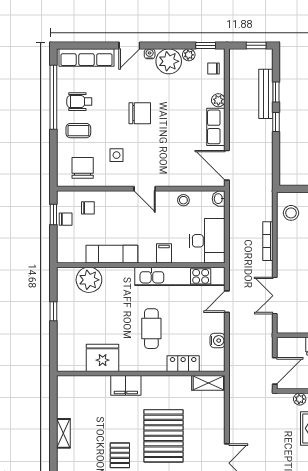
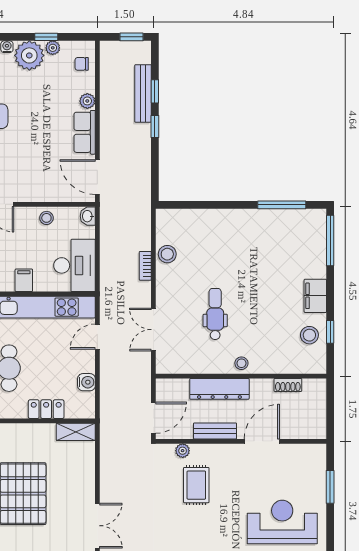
window: (206, 45) -> (46, 37), moved
stool: (291, 213) -> (167, 254), moved
bookcase: (268, 241) -> (145, 266), width x0.64

